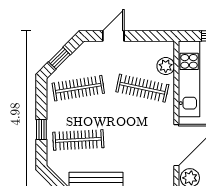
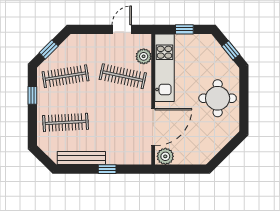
door: (113, 36) -> (122, 29), moved
window: (41, 130) -> (32, 95), moved

